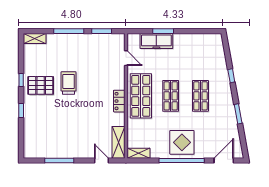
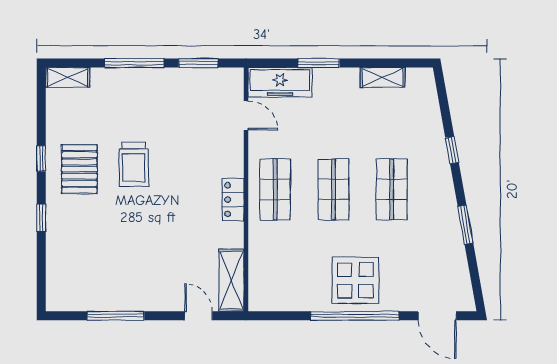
freezer: (156, 41) -> (280, 82), moved
trolley: (69, 83) -> (134, 164), turned 180
pallet: (41, 85) -> (79, 169), turned 90
shop shelf: (141, 96) -> (275, 189), width x0.70, depth x0.74
shelving: (138, 153) -> (383, 77), moved
door: (224, 161) -> (437, 316), swing flipped

